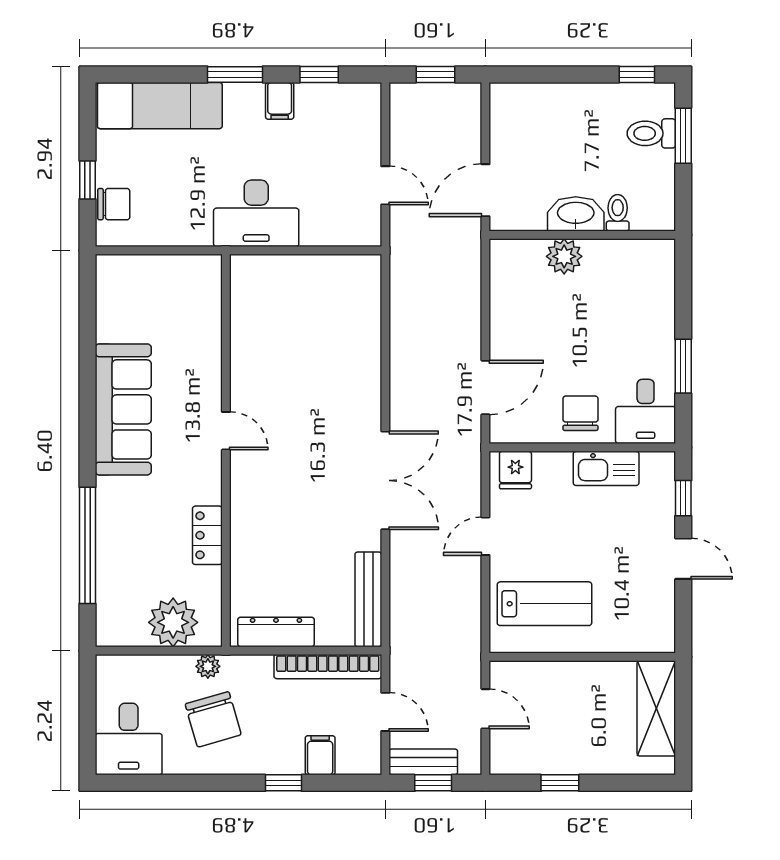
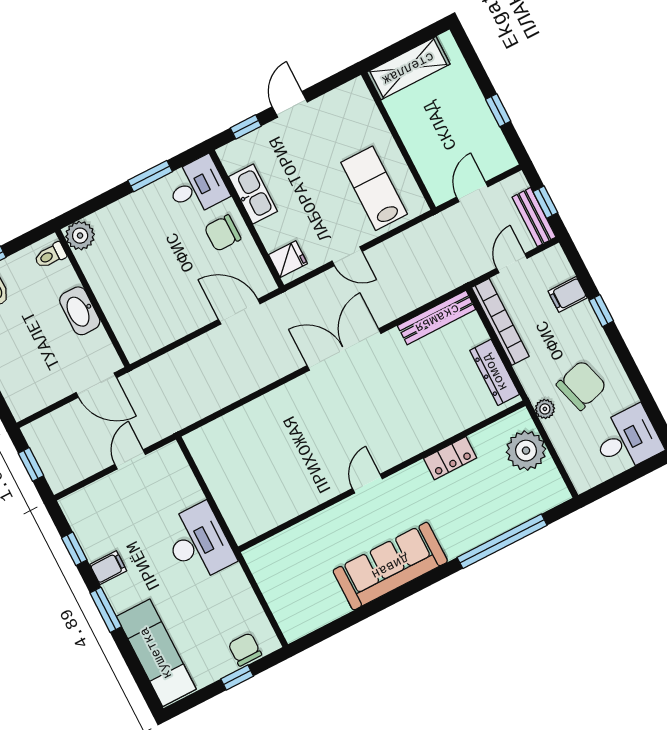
toilet: (618, 213) -> (50, 255), moved
plant: (564, 256) -> (80, 236), moved

